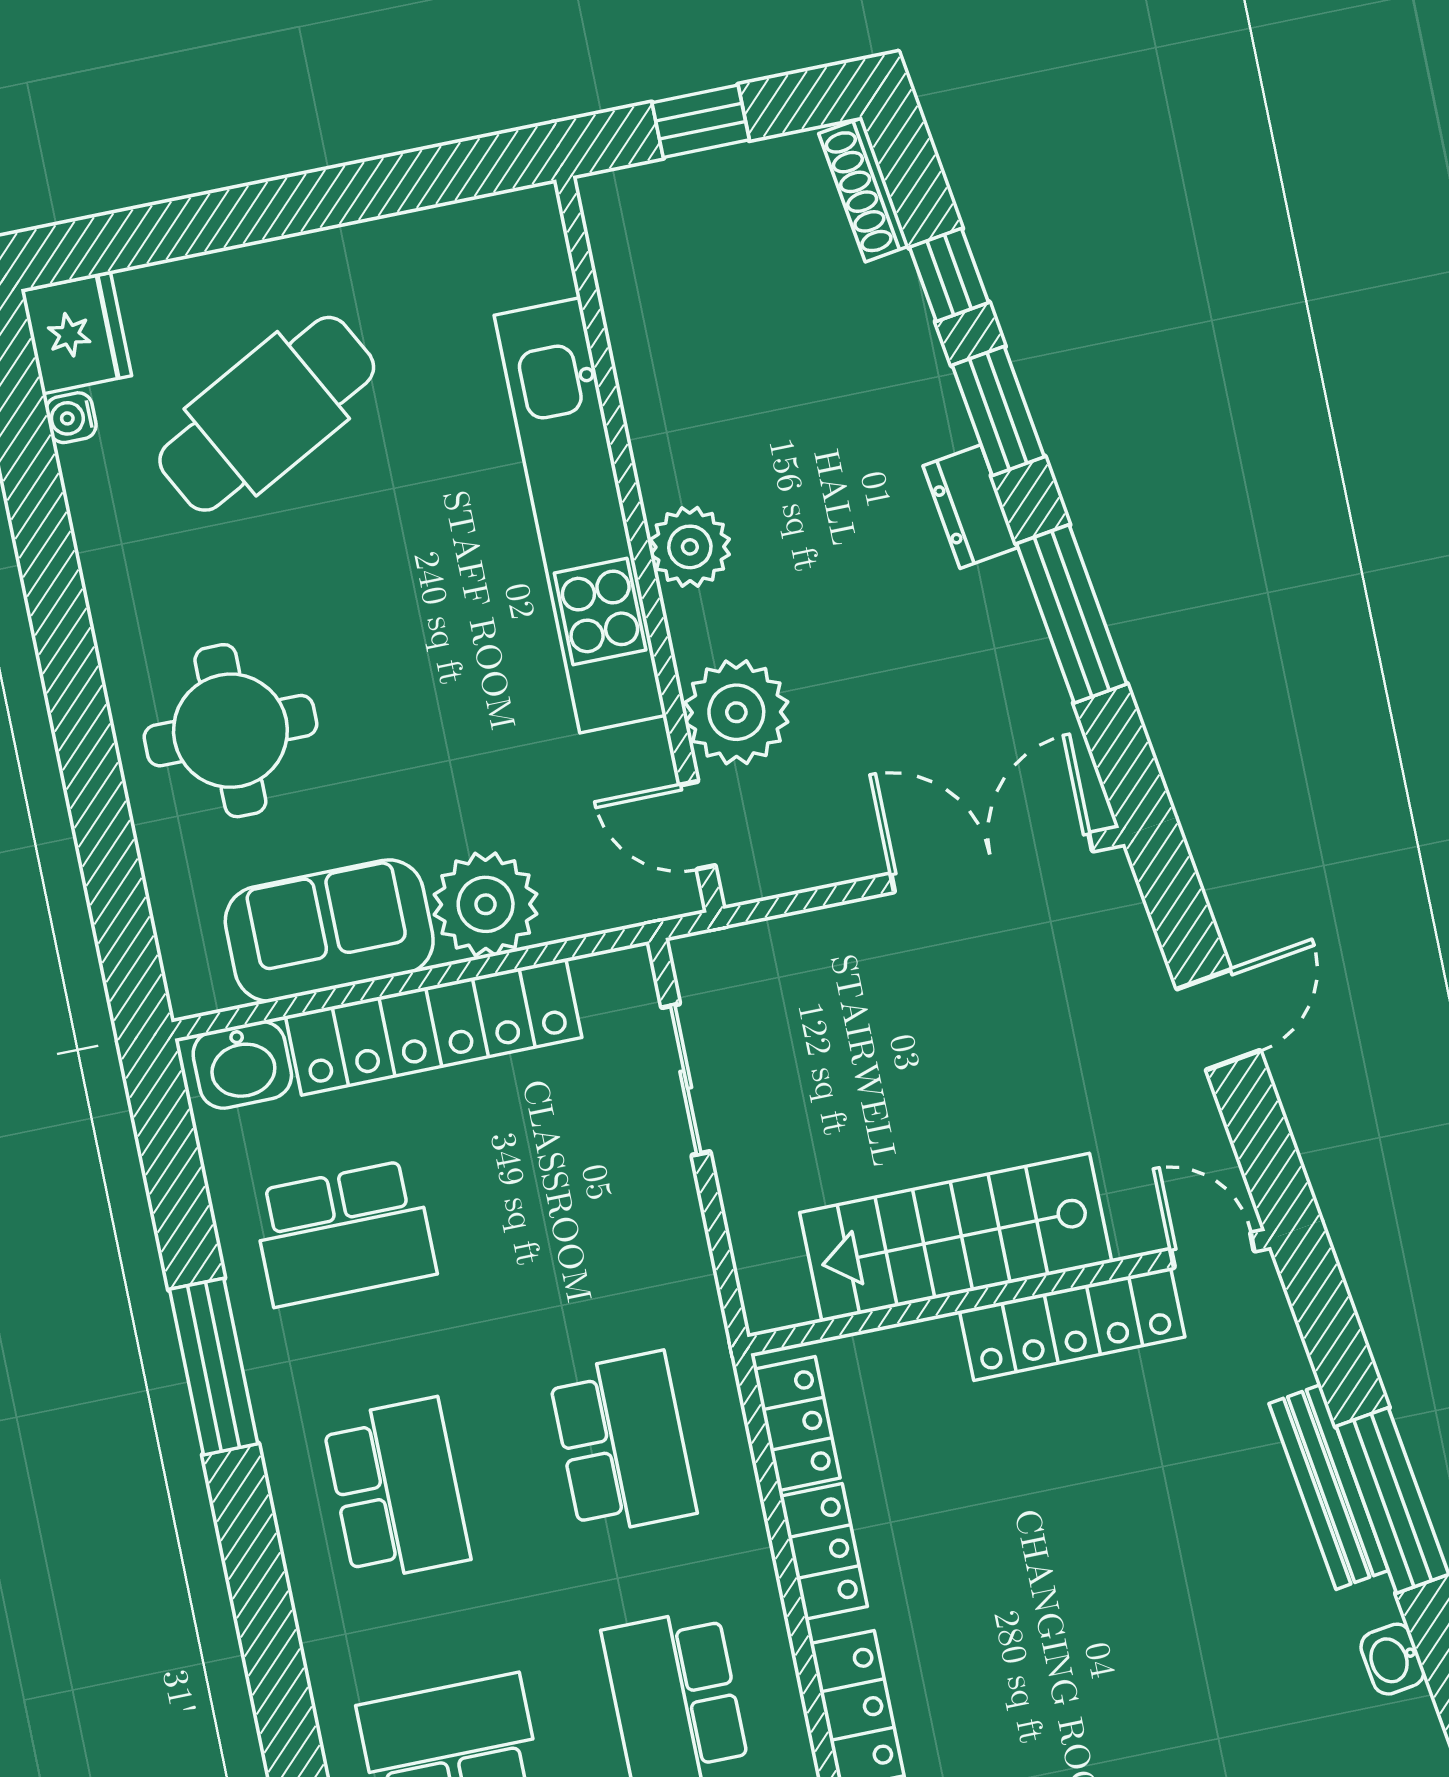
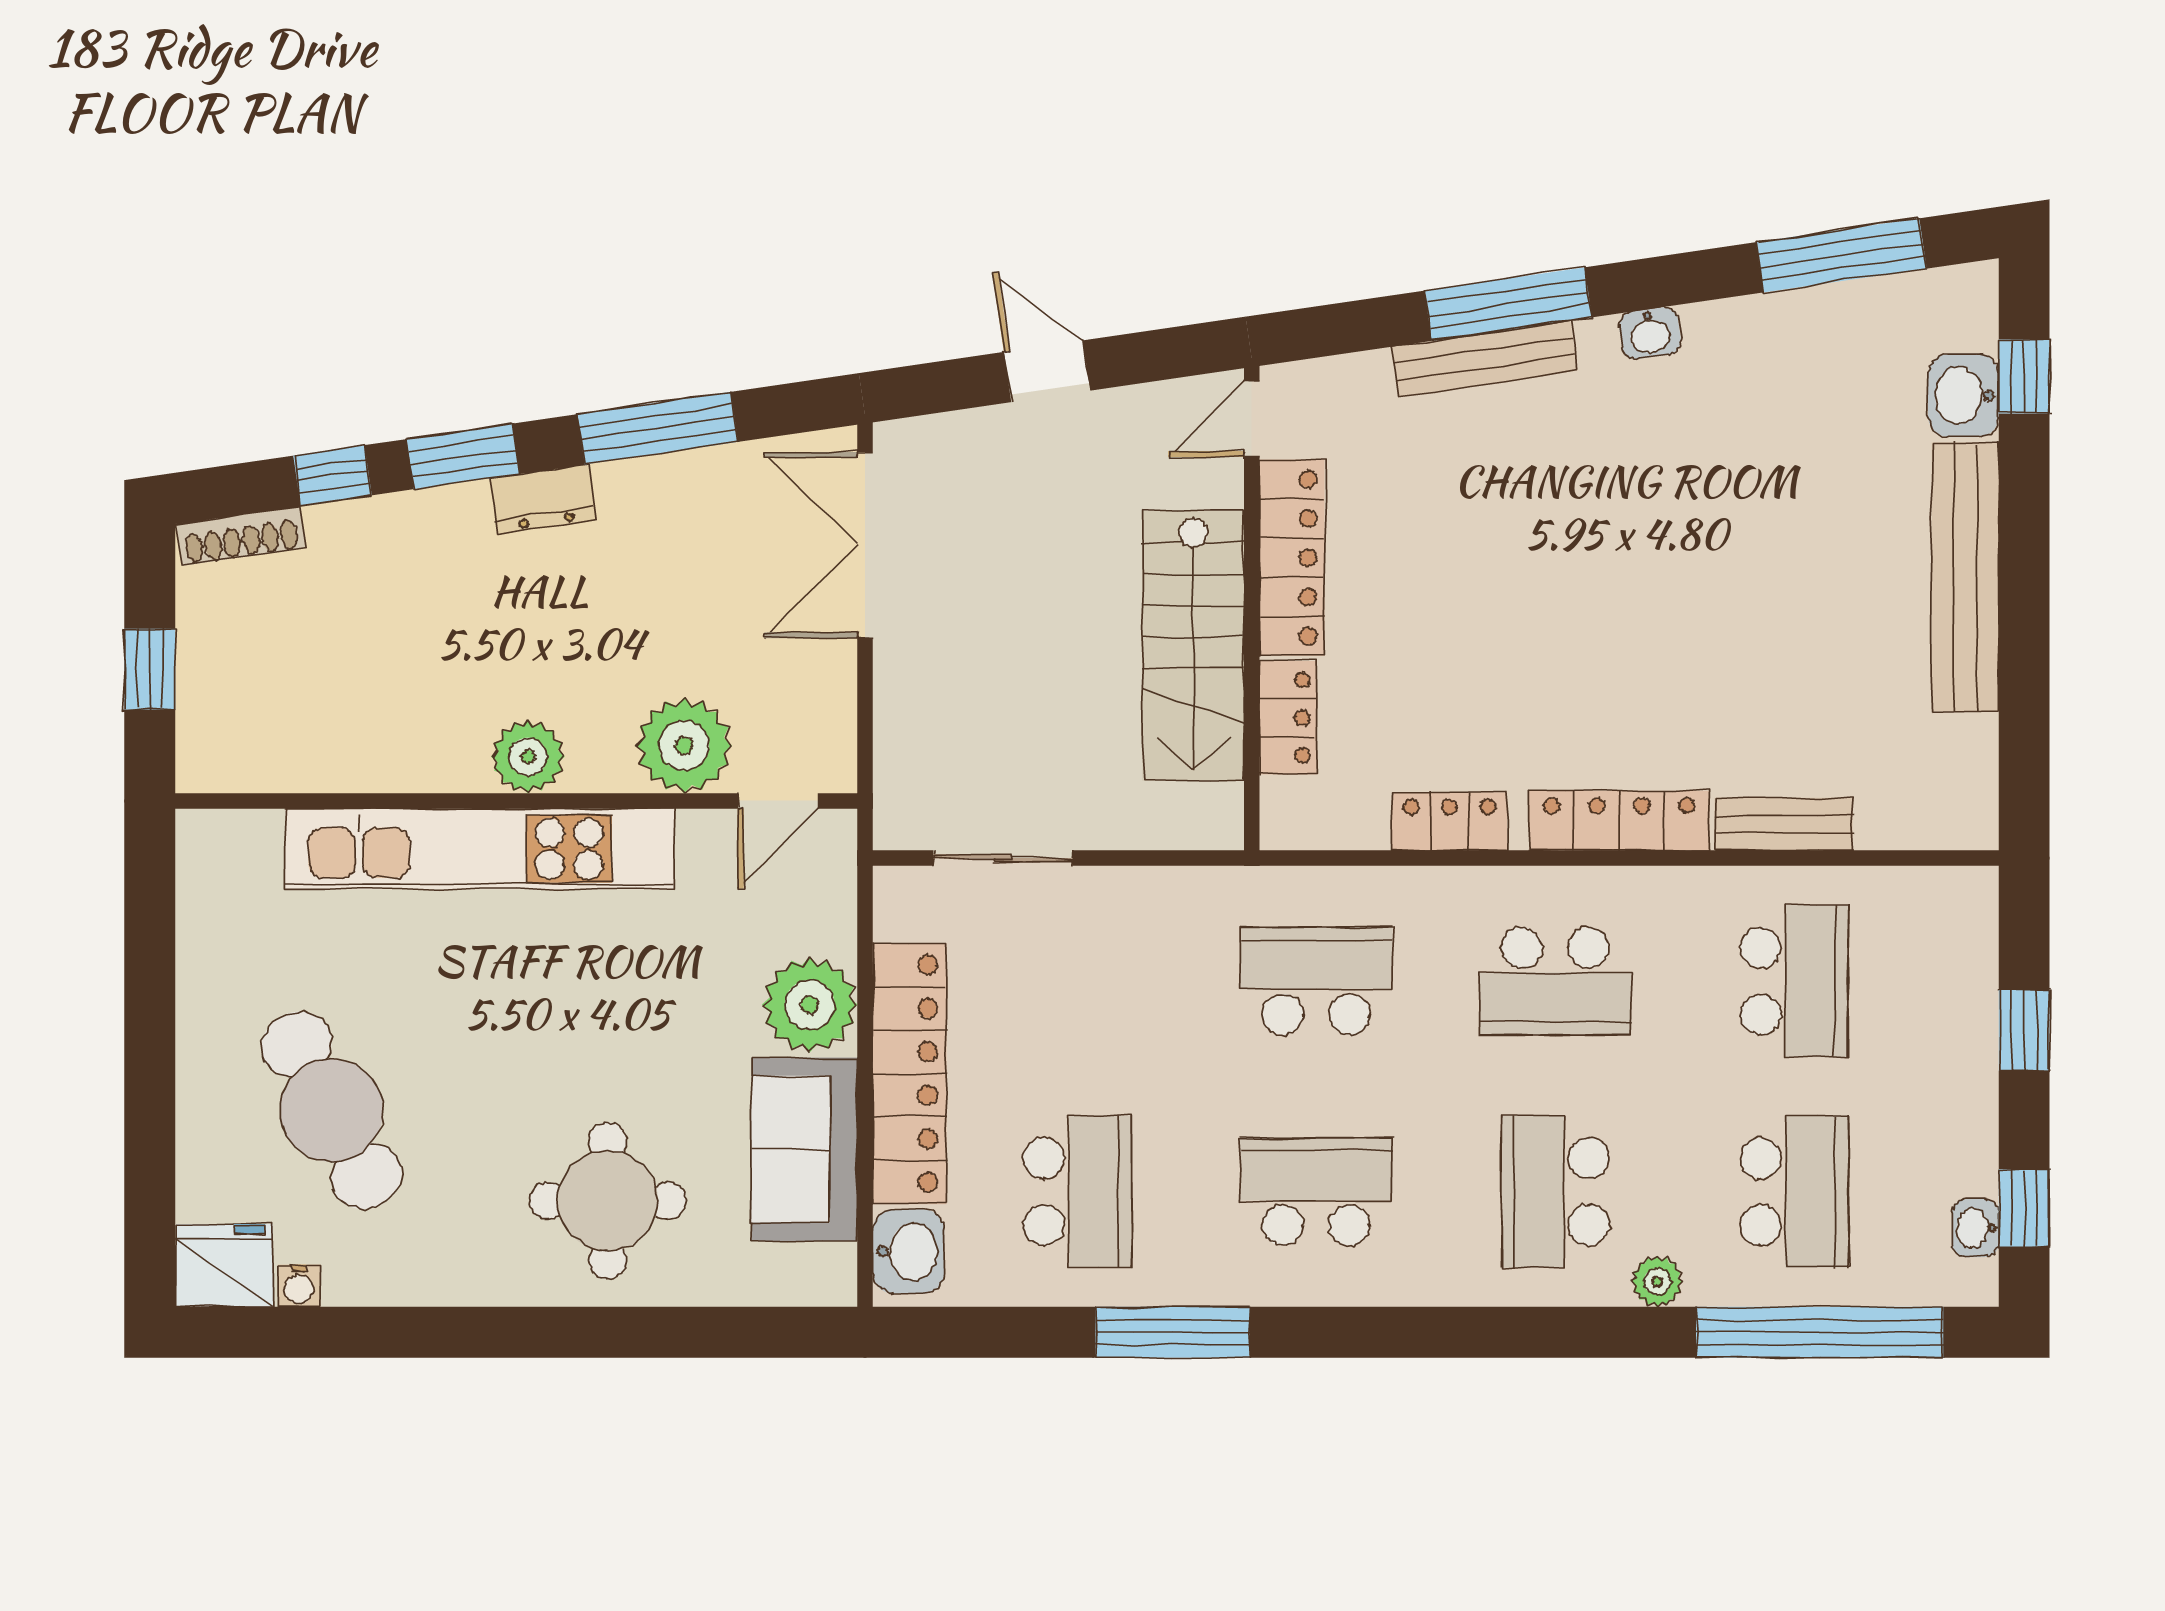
locker: (797, 1424) -> (1288, 718), moved, turned 90

